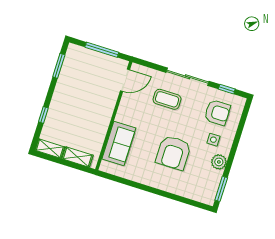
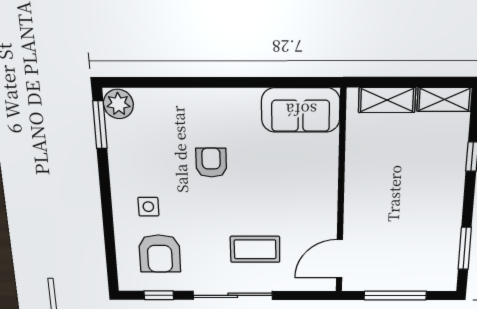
armchair: (217, 113) -> (160, 253), turned -90
sofa: (119, 143) -> (301, 110), moved, turned -90
armchair: (173, 153) -> (211, 162), width x0.53, depth x0.53
plant: (219, 162) -> (118, 104), moved

